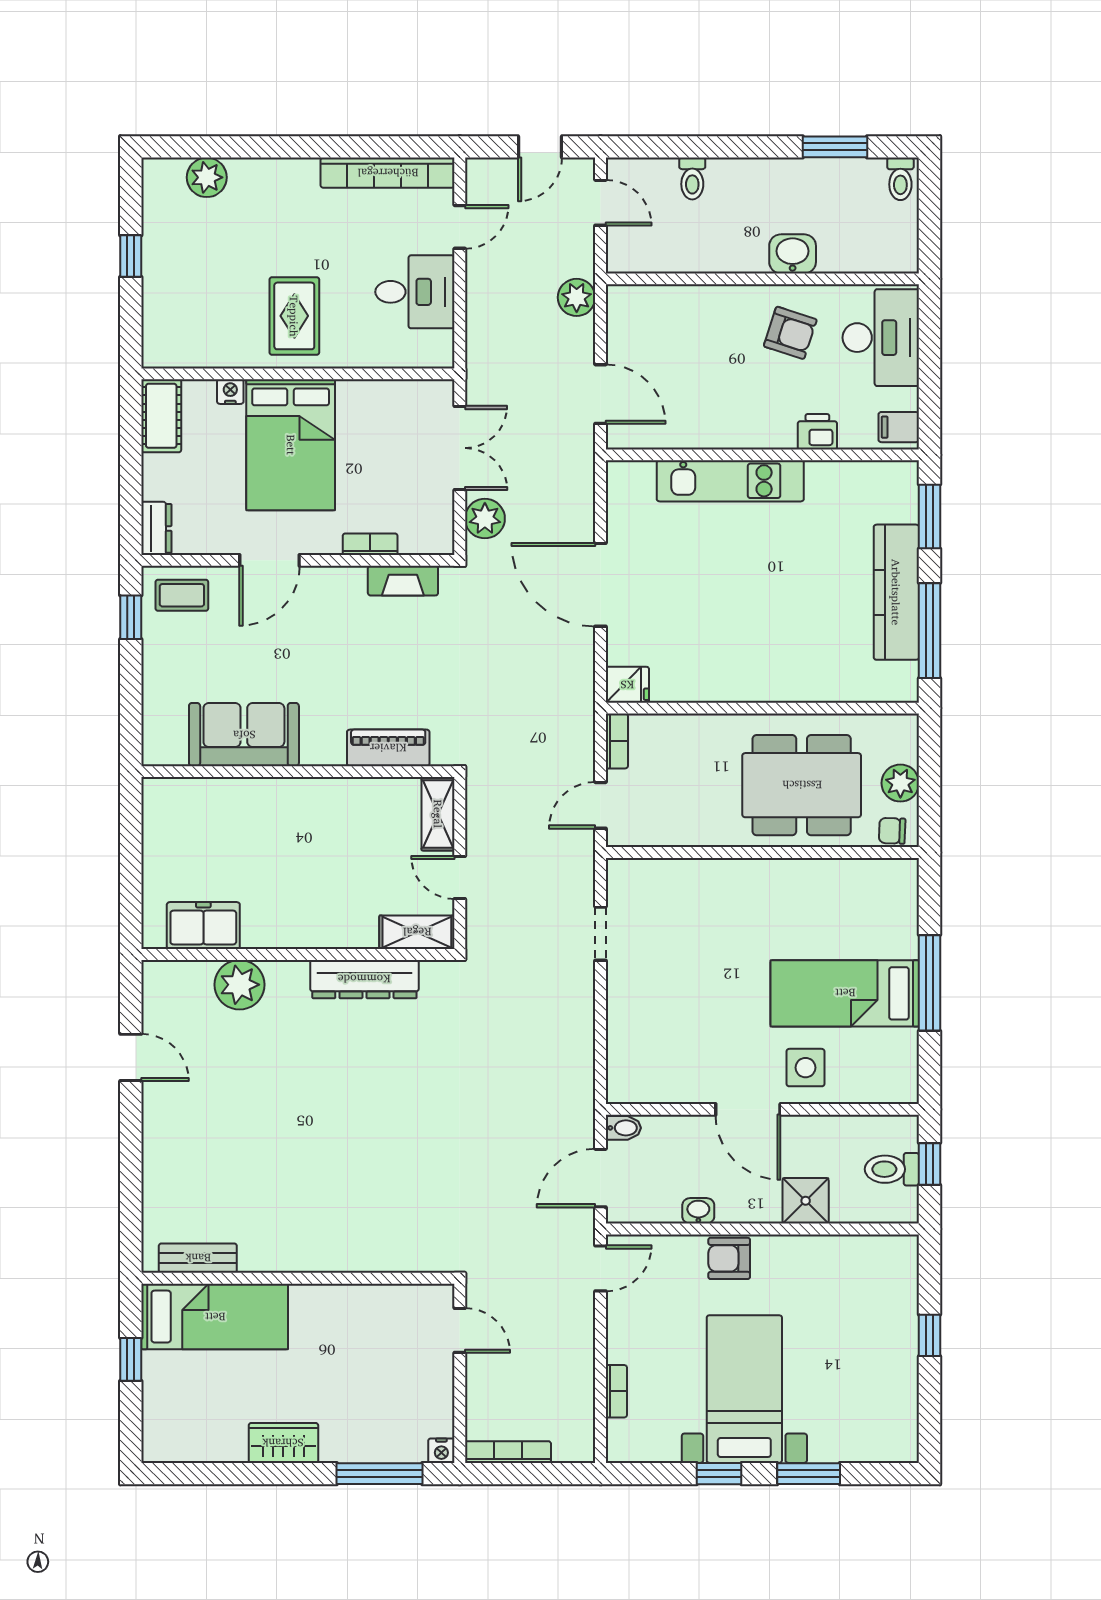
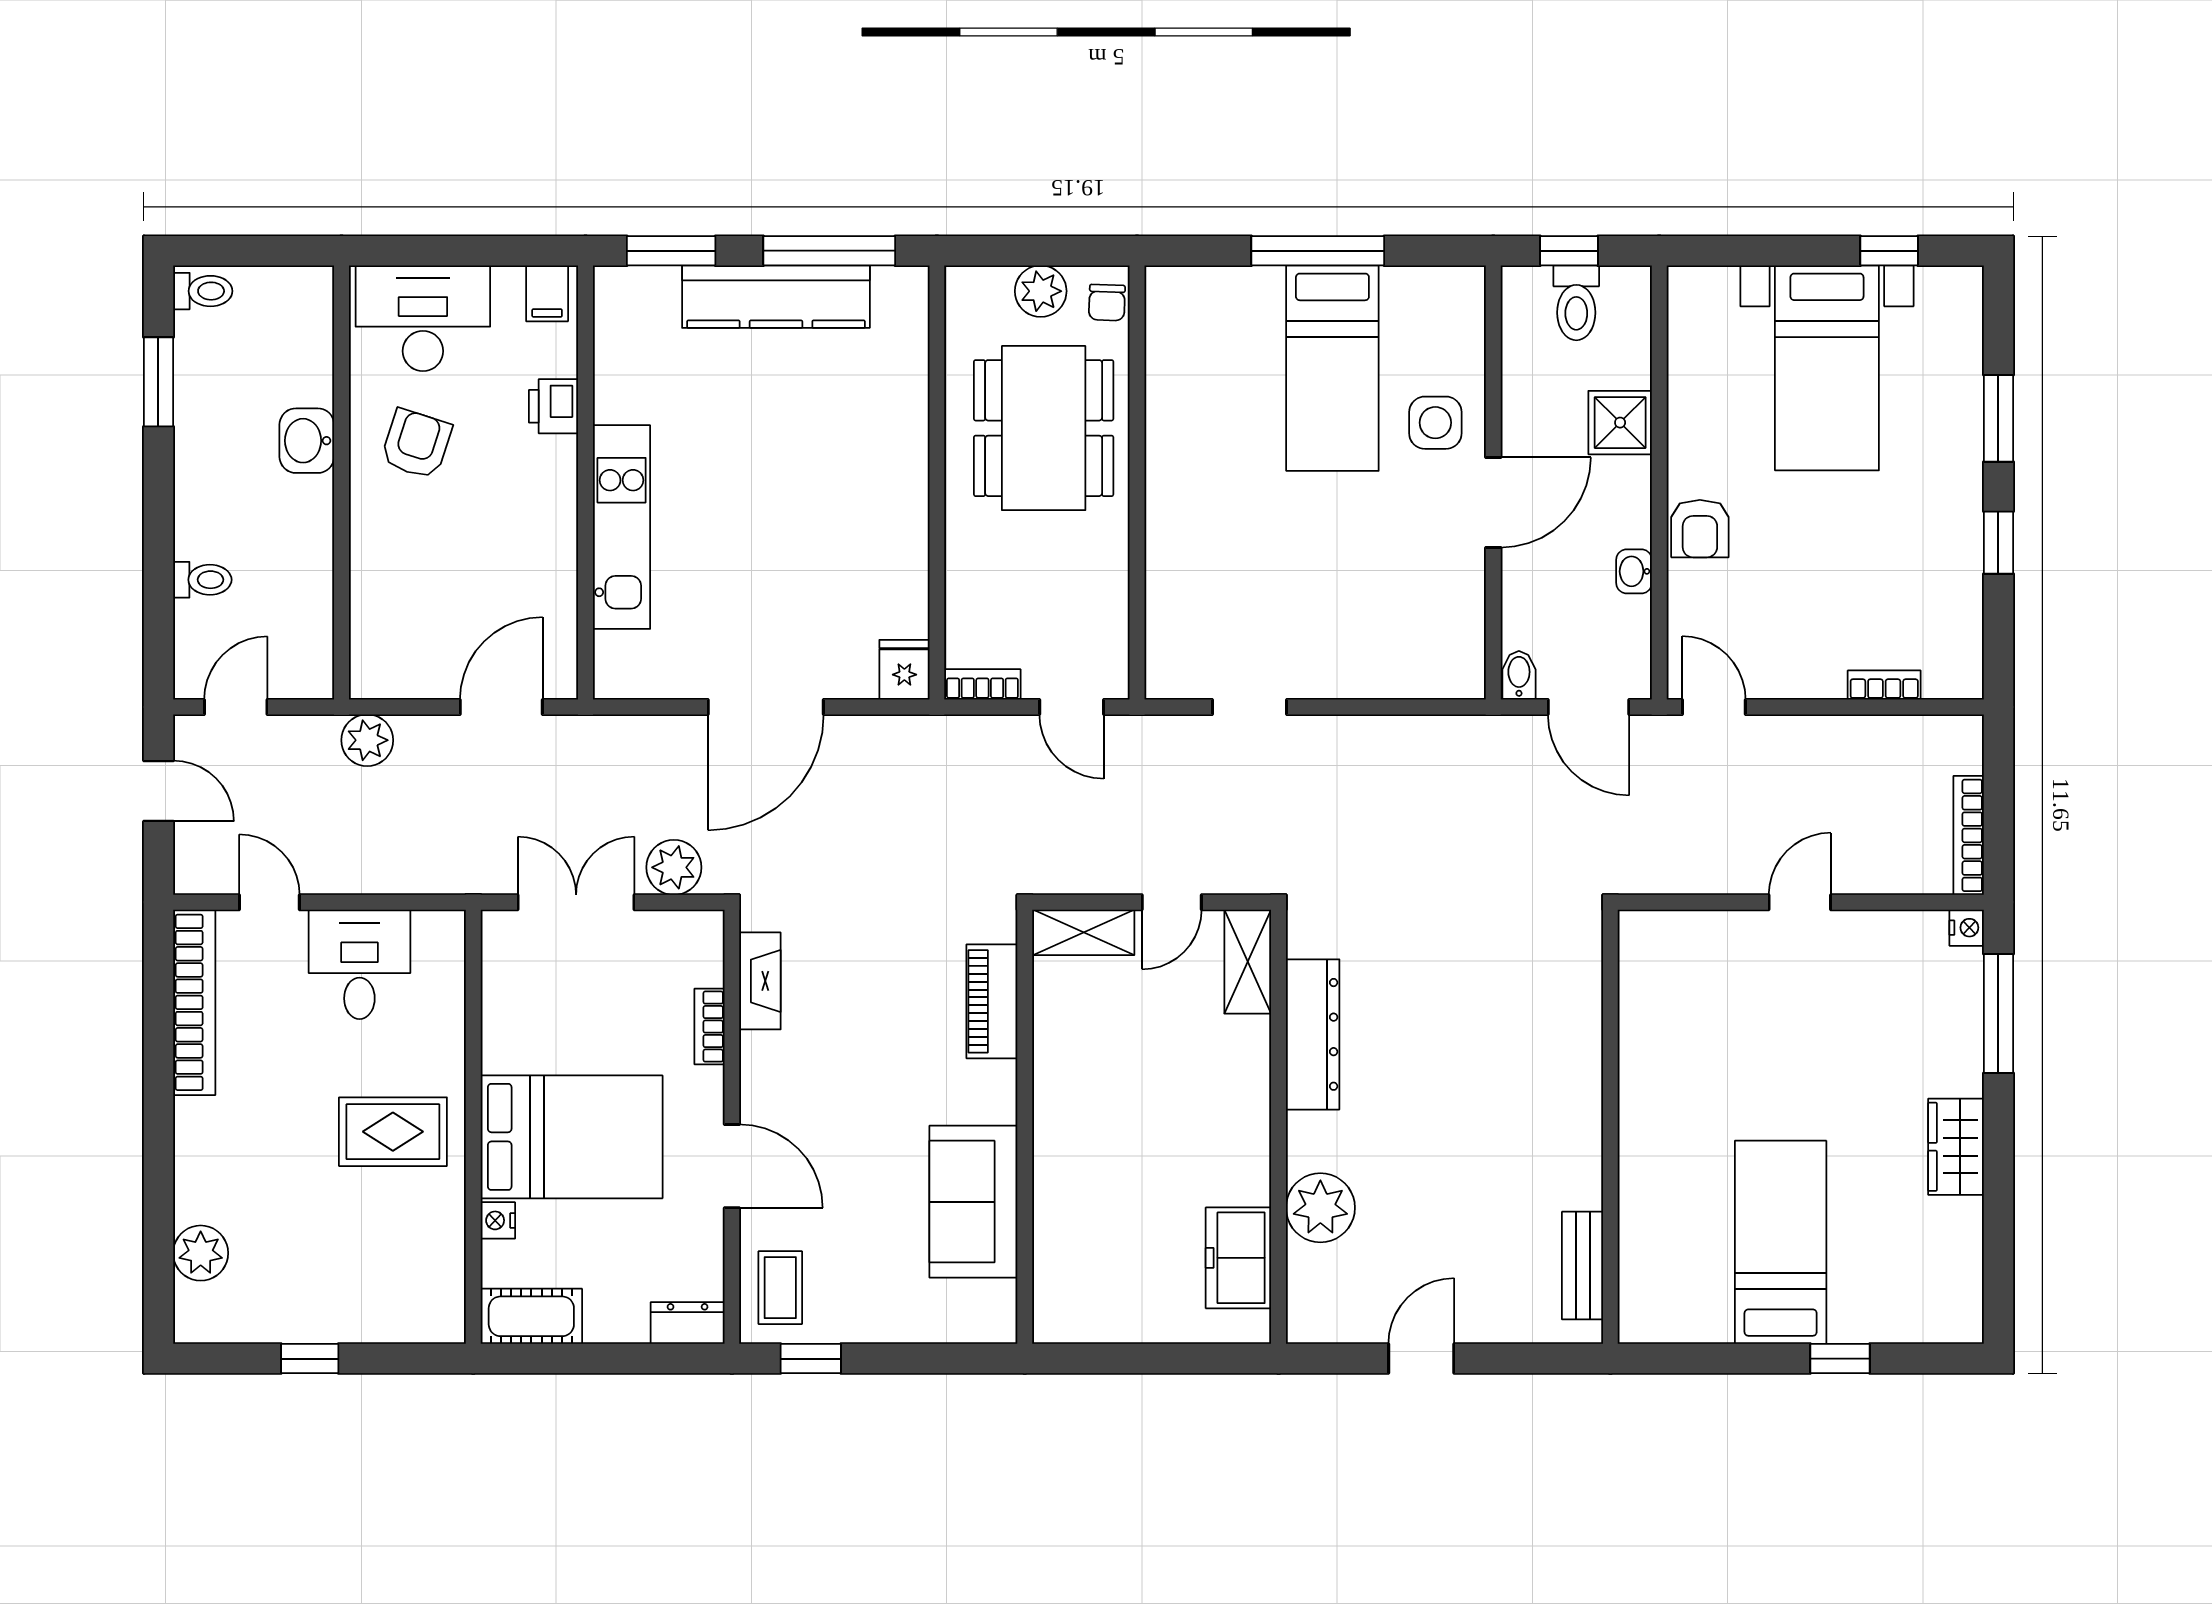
bench: (198, 1258) -> (1583, 1266), moved
wall: (298, 1278) -> (1610, 1127), moved
window: (930, 1335) -> (1889, 251), moved
bed with nightstands: (744, 1389) -> (1827, 368), moved, turned -90

